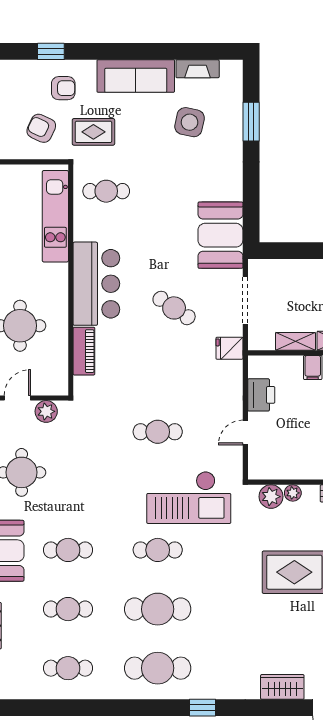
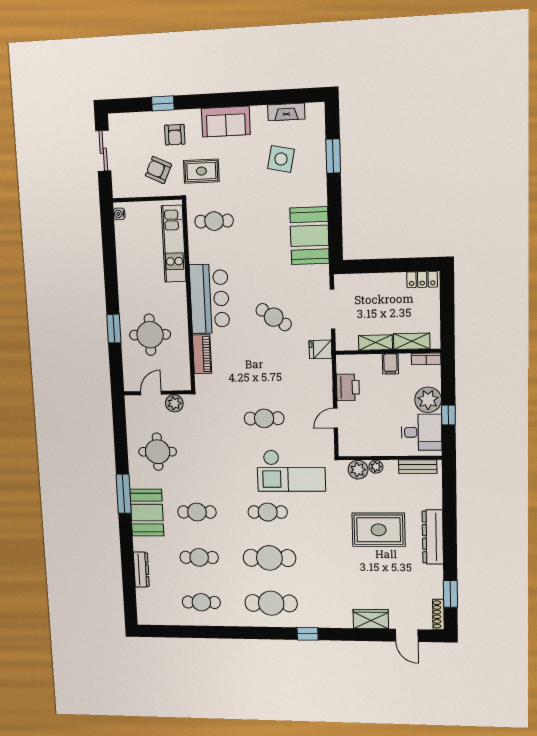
sofa: (136, 76) -> (226, 122), width x0.73
armchair: (63, 88) -> (175, 135), turned 90
booth: (220, 235) -> (310, 236), moved

